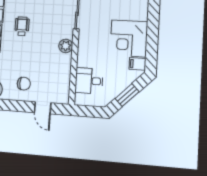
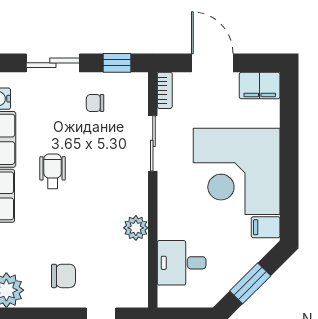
corner desk: (129, 38) -> (237, 171), width x1.36, depth x1.36
plant: (66, 46) -> (136, 228), moved

